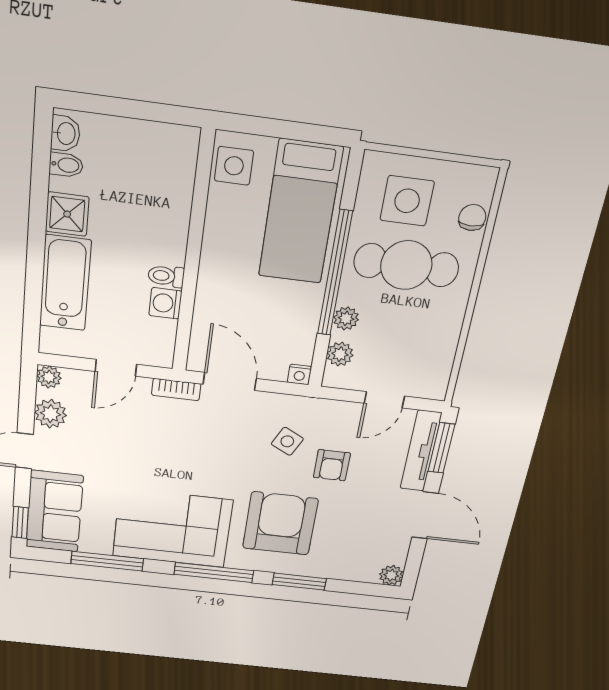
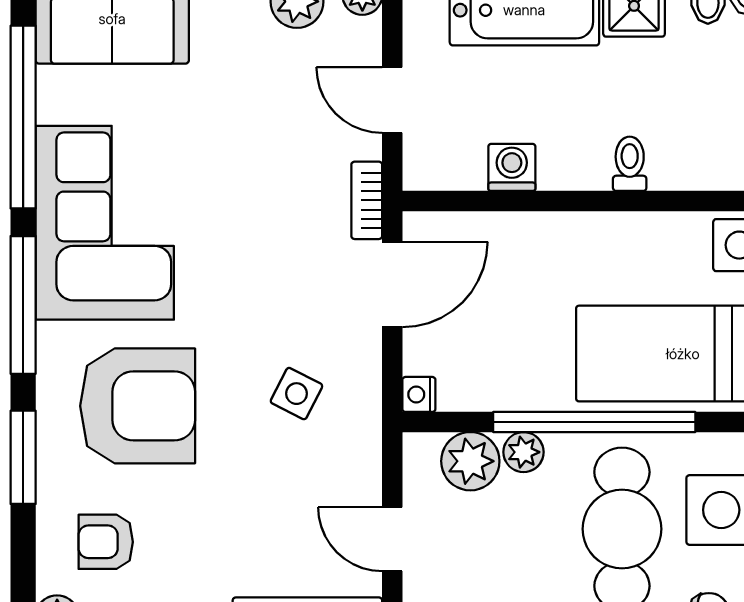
toilet: (166, 276) -> (630, 164), moved
plant: (340, 354) -> (470, 461), width x1.38, depth x1.38
armchair: (332, 465) -> (106, 542), moved
window: (107, 561) -> (23, 117), width x1.46

